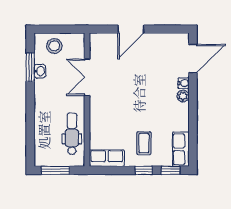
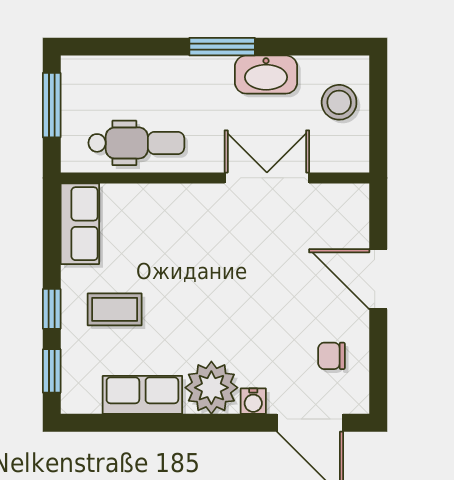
chair: (164, 49) -> (331, 356), added
window: (30, 67) -> (222, 47), moved
washbasin: (40, 71) -> (266, 75), width x1.91, depth x1.45
plant: (183, 96) -> (211, 388), width x1.88, depth x1.88
row of seats: (181, 149) -> (142, 395), moved

